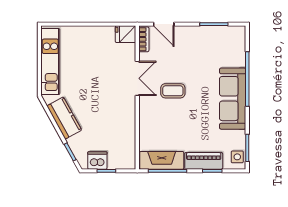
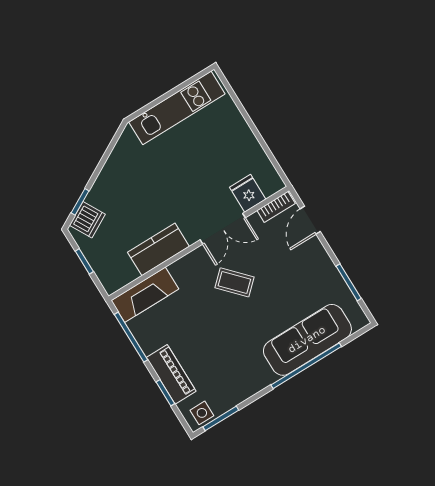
fridge: (126, 34) -> (248, 193), moved
coffee table: (173, 91) -> (234, 282), turned -43
sofa: (233, 99) -> (307, 340), moved
kitchen counter: (64, 118) -> (158, 249), moved, turned -151
dishwasher: (97, 160) -> (87, 220), moved, turned 61
fireplace: (162, 160) -> (145, 295), moved, turned 90

